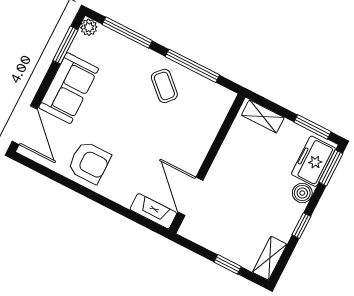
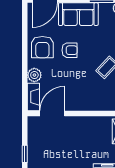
armchair: (113, 126) -> (70, 50), added
plant: (123, 194) -> (34, 75), added

